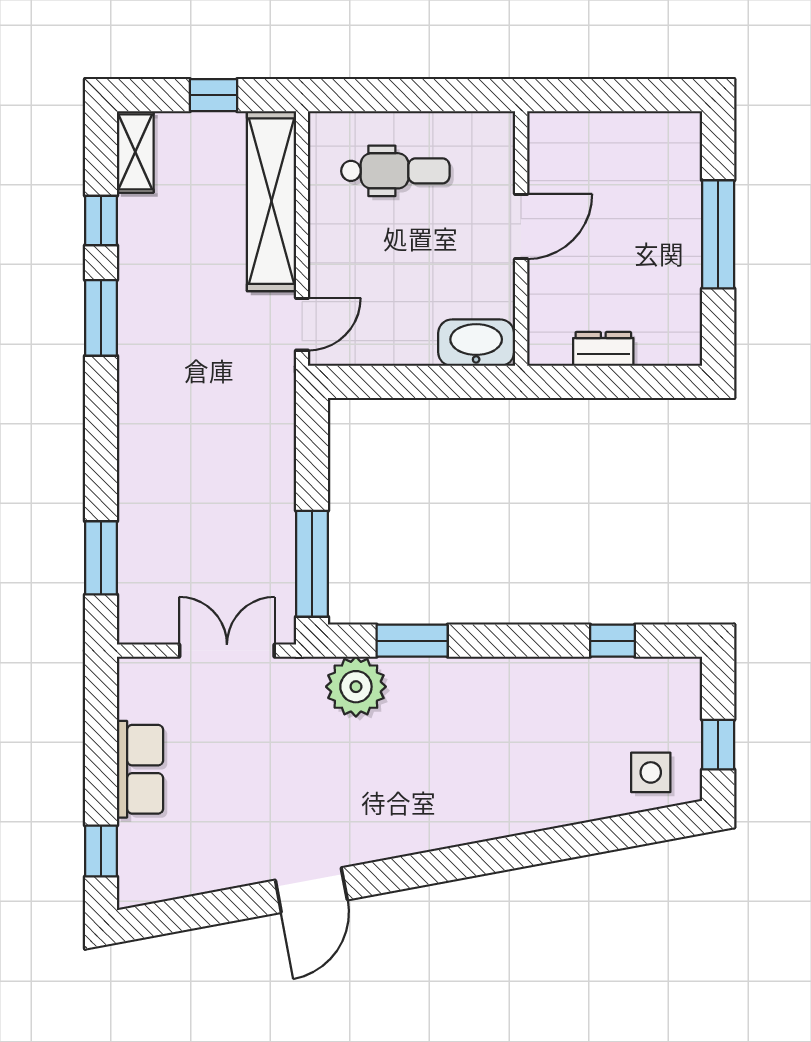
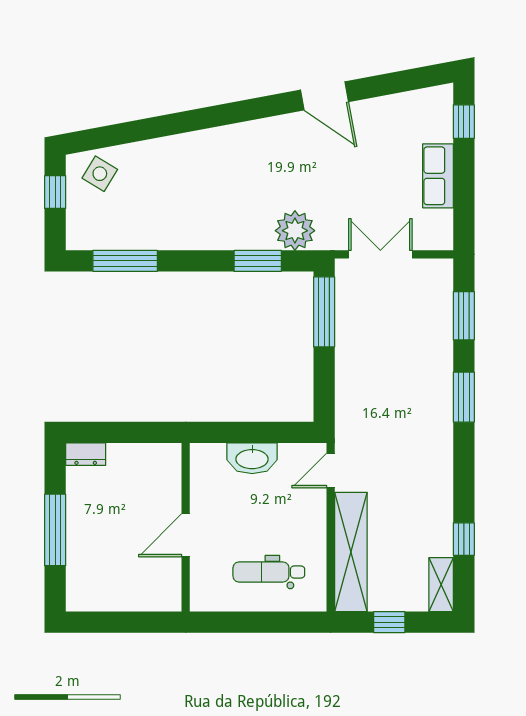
window: (101, 318) -> (464, 397), moved
washbasin: (476, 343) -> (252, 458), moved
dresser: (603, 349) -> (86, 454), moved
window: (612, 641) -> (125, 261), width x2.17
double door: (227, 651) -> (380, 254), swing flipped
side table: (651, 772) -> (100, 174), turned 31
door: (311, 890) -> (324, 96), swing flipped

